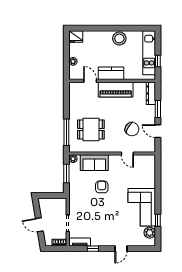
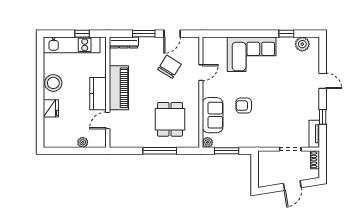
fridge: (76, 37) -> (51, 108), moved
window: (66, 132) -> (160, 151), moved
corner sofa: (142, 207) -> (252, 54), moved

